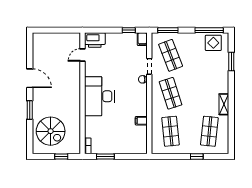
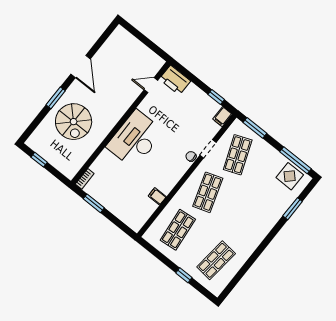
shelving: (224, 104) -> (252, 245), removed
spiral stairs: (51, 131) -> (74, 122), moved
window: (61, 156) -> (39, 160), moved

